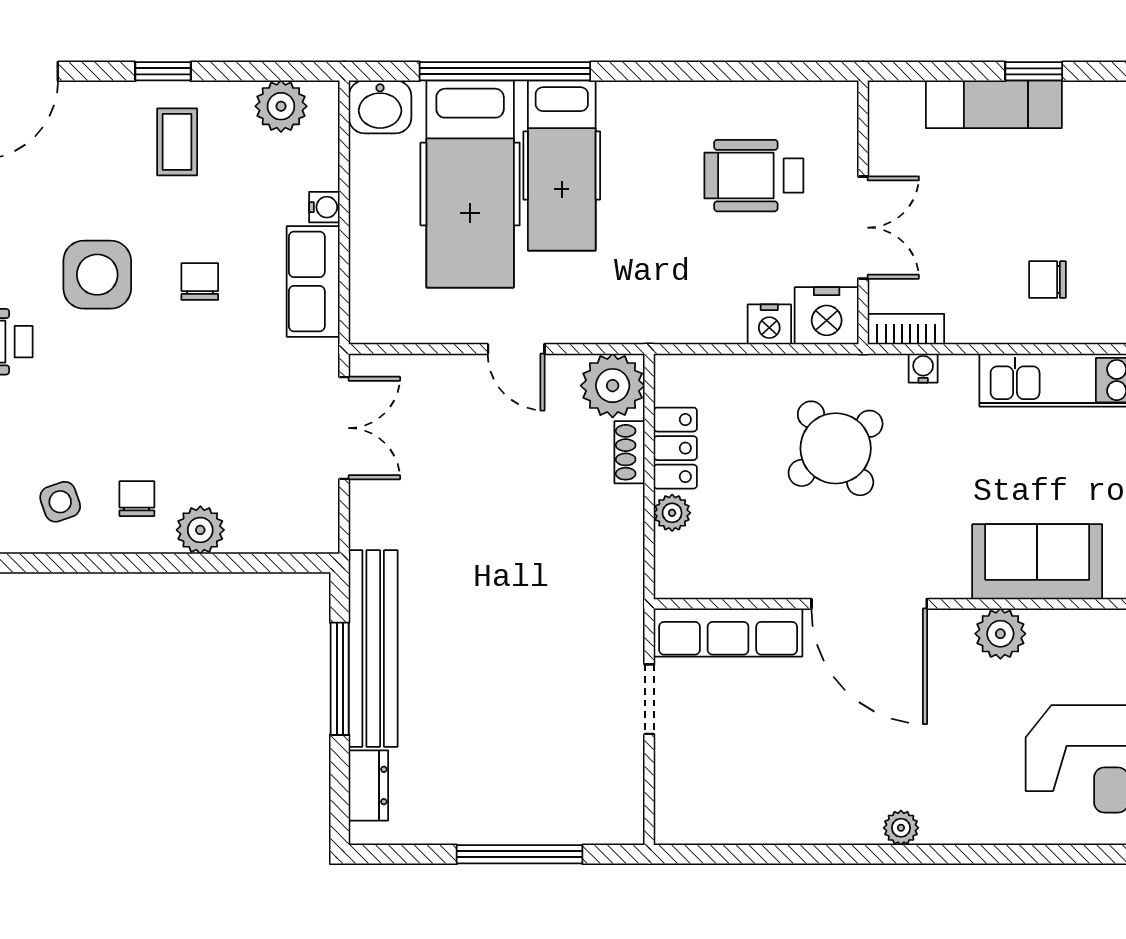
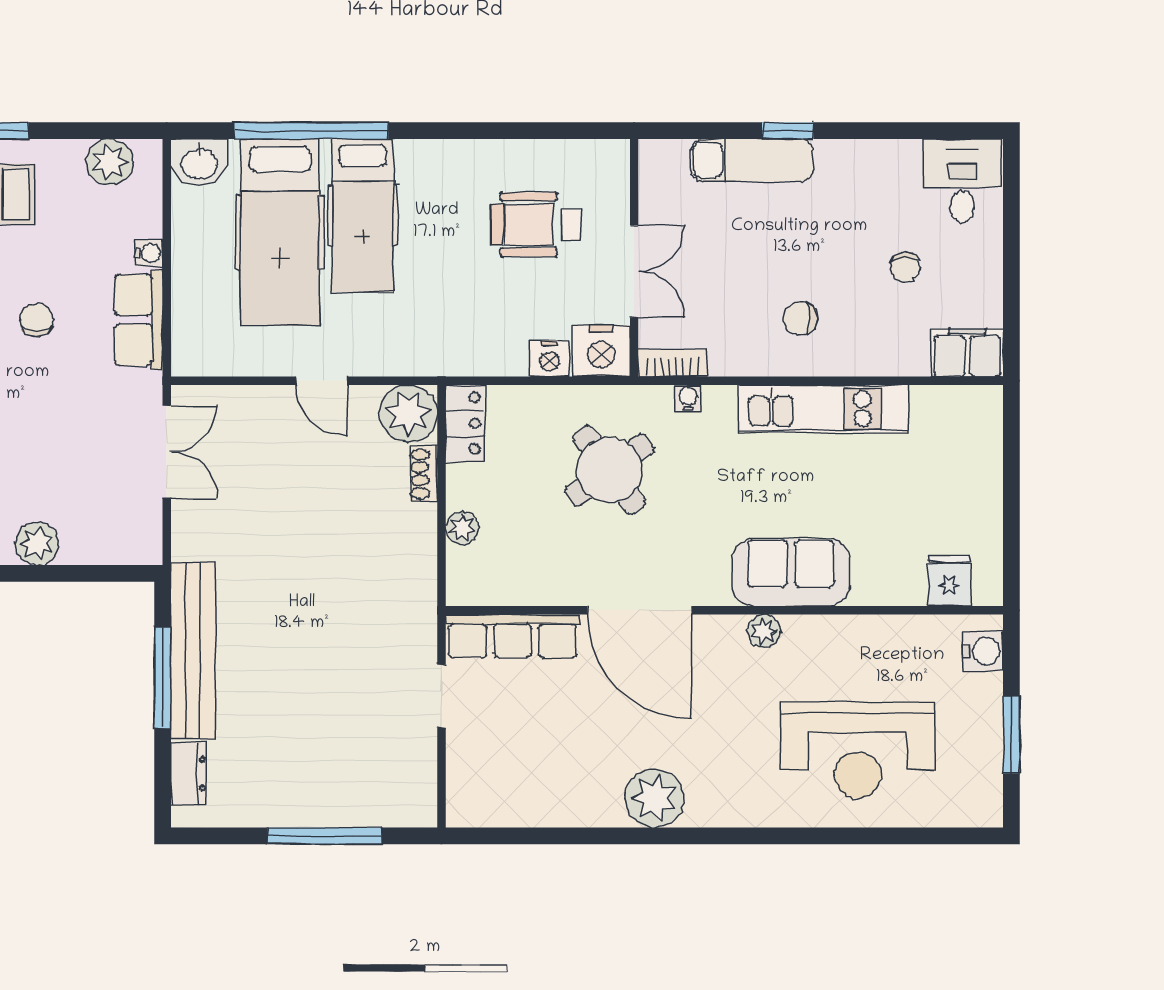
locker: (675, 448) -> (465, 423), moved
plant: (1000, 634) -> (764, 631), width x0.73, depth x0.73
plant: (901, 828) -> (654, 798), width x1.88, depth x1.88

